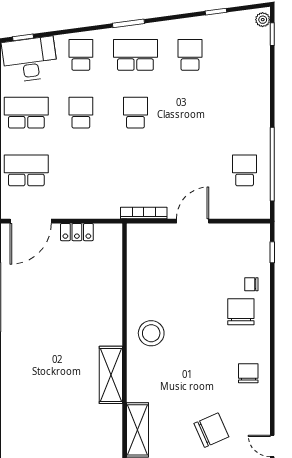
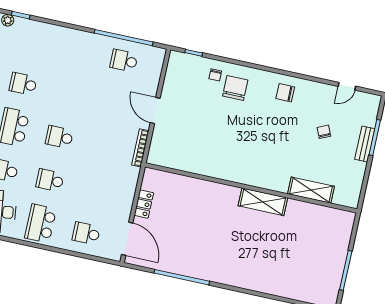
school desk: (26, 170) -> (86, 233), width x0.54
chair: (241, 312) -> (235, 88), turned 90
stool: (151, 333) -> (237, 163), removed
chair: (211, 430) -> (324, 132), width x0.54, depth x0.54

